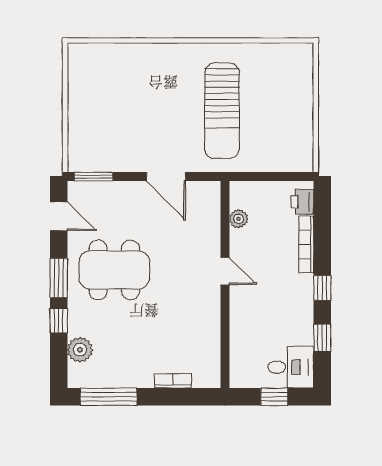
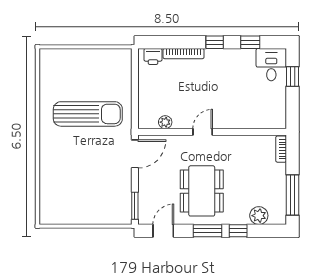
plant: (239, 219) -> (165, 122), moved
door: (225, 271) -> (203, 132), moved
wall: (225, 285) -> (212, 132), moved

